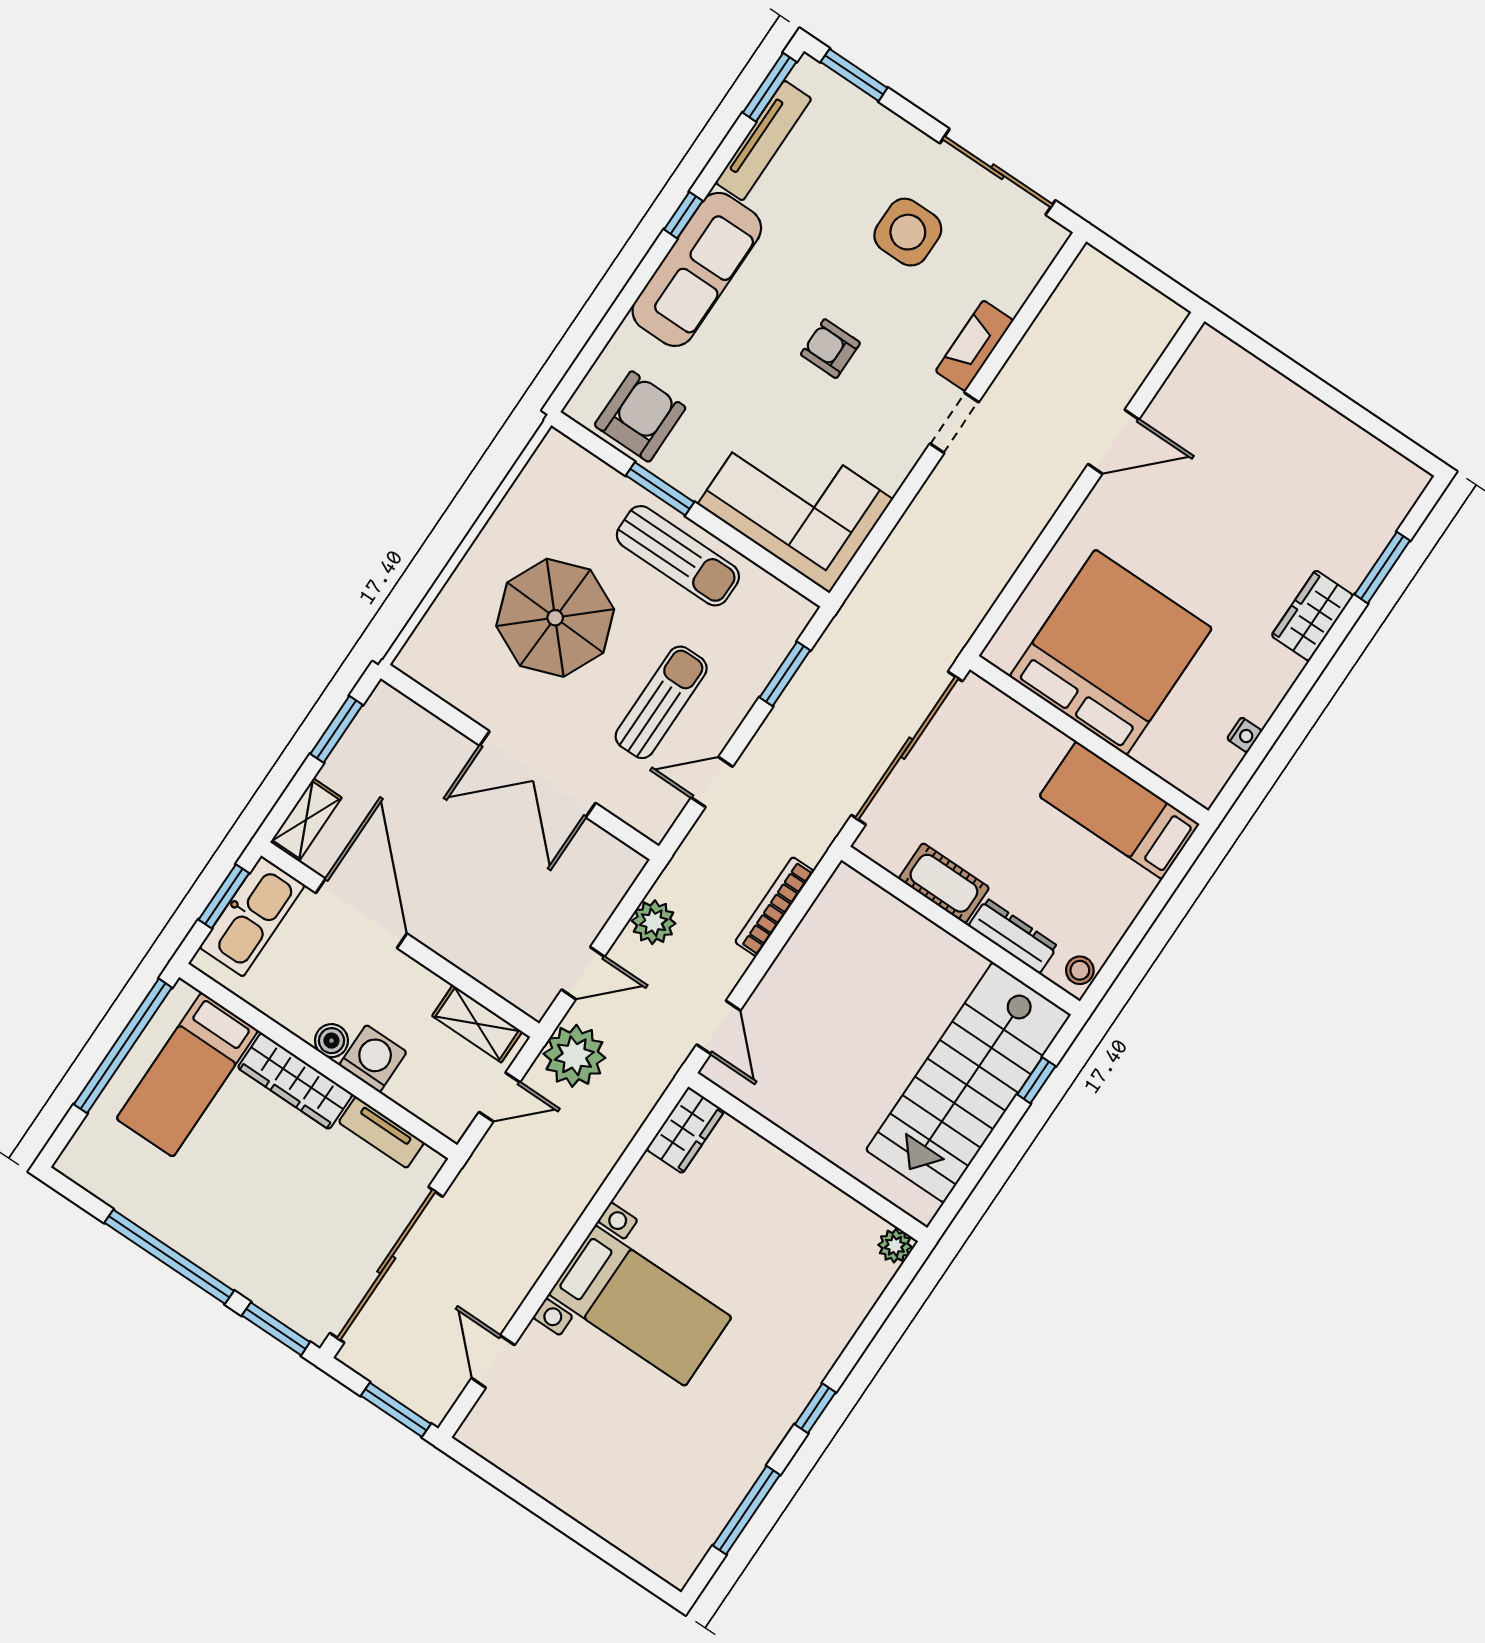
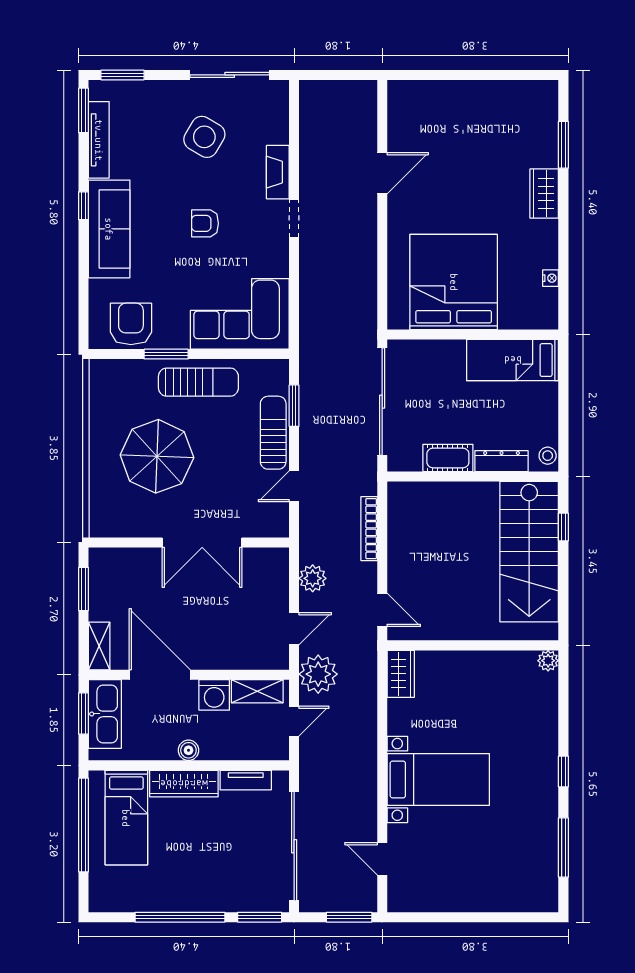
side table: (908, 232) -> (204, 137), turned 31
sun lounger: (661, 702) -> (273, 433), moved
washing machine: (373, 1059) -> (214, 695), moved, turned 180

